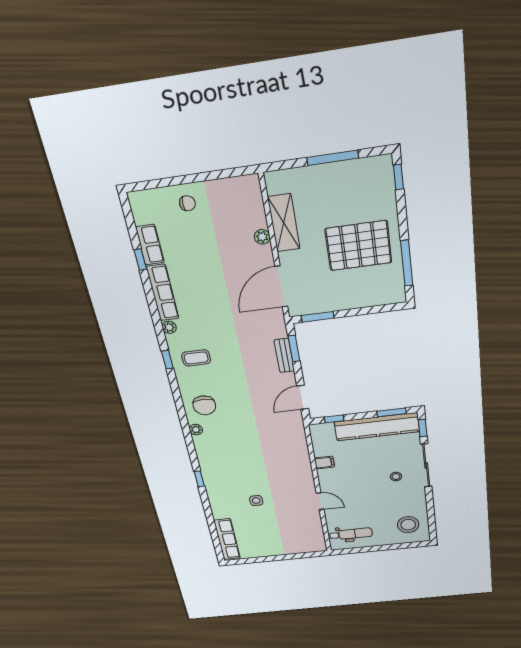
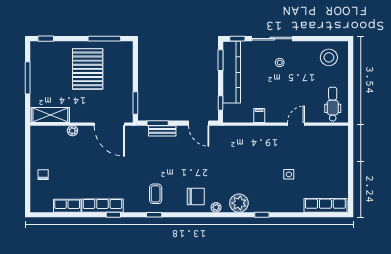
shelving: (284, 223) -> (50, 115), moved
window: (140, 259) -> (113, 215), moved
plant: (169, 327) -> (239, 203), moved, width x1.88, depth x1.88

